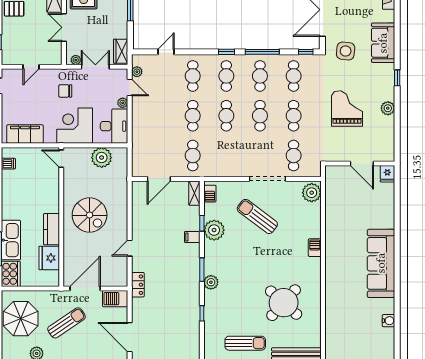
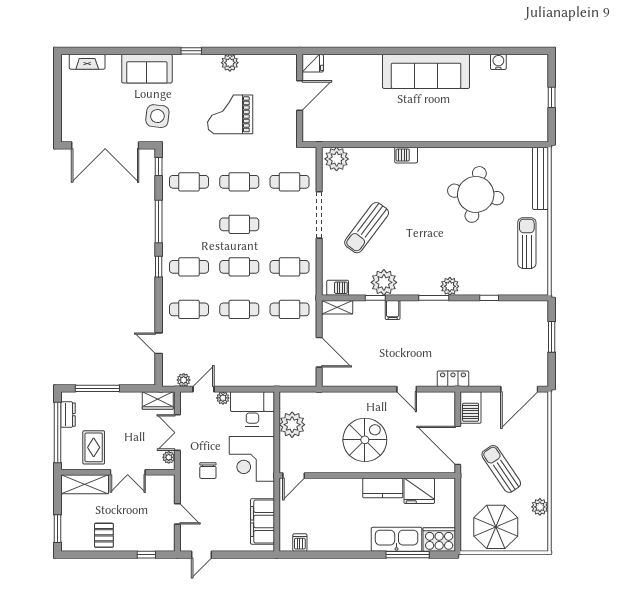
cafe table: (260, 76) -> (290, 267), moved
round table: (284, 303) -> (476, 194), turned -32

